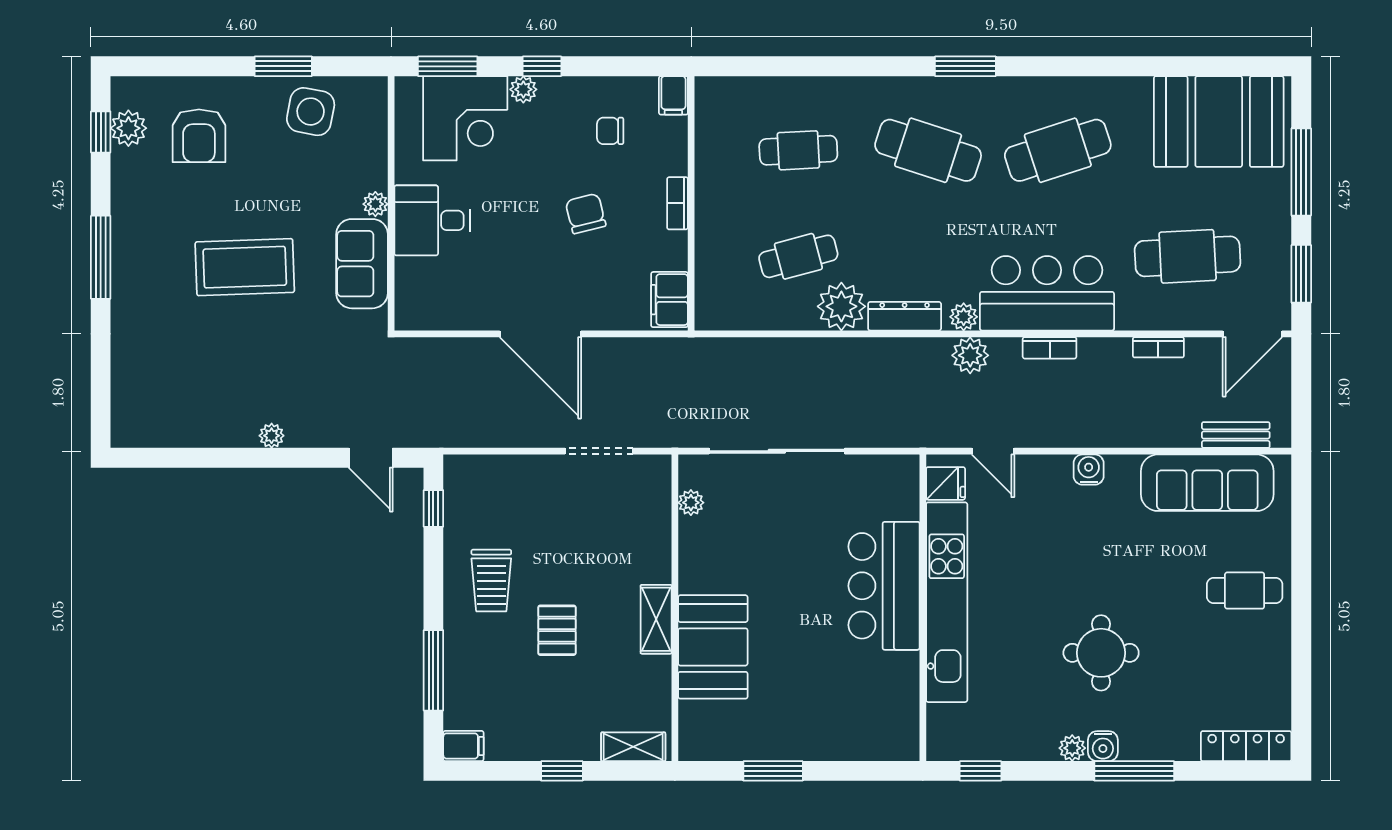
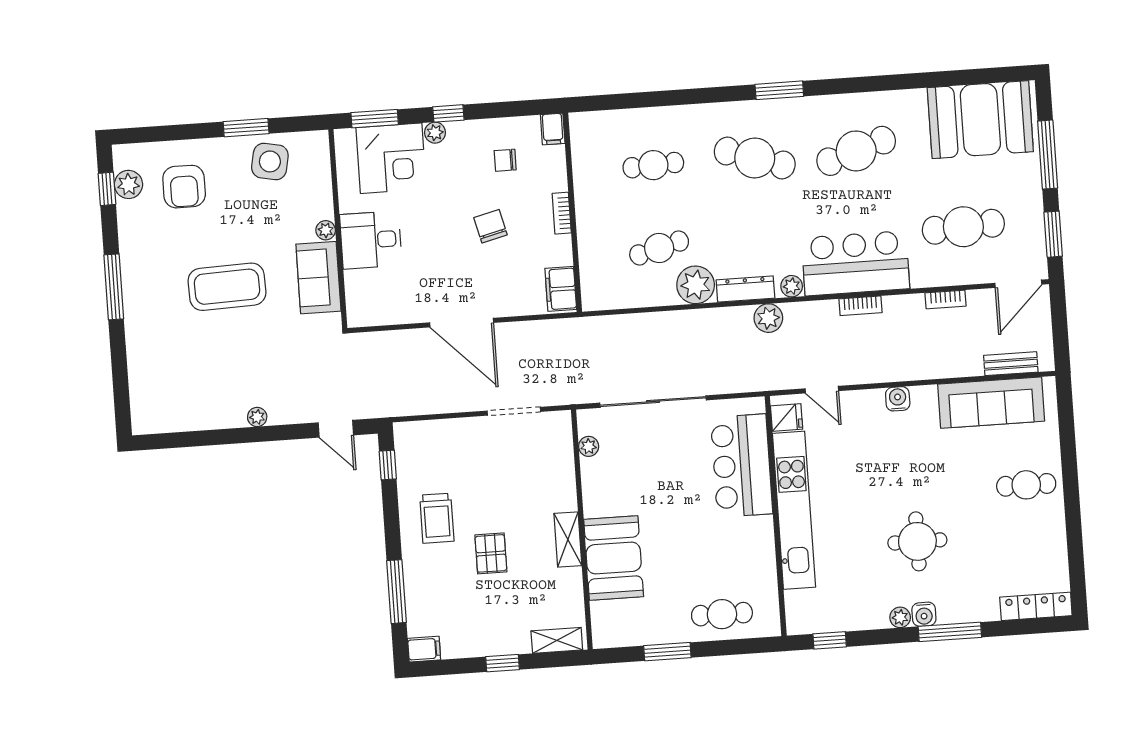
plant: (970, 355) -> (768, 318), moved
bar counter: (884, 586) -> (742, 466), moved
cafe table: (846, 728) -> (722, 614), added

